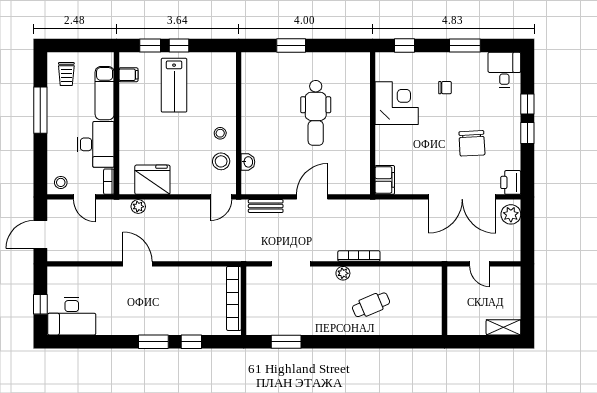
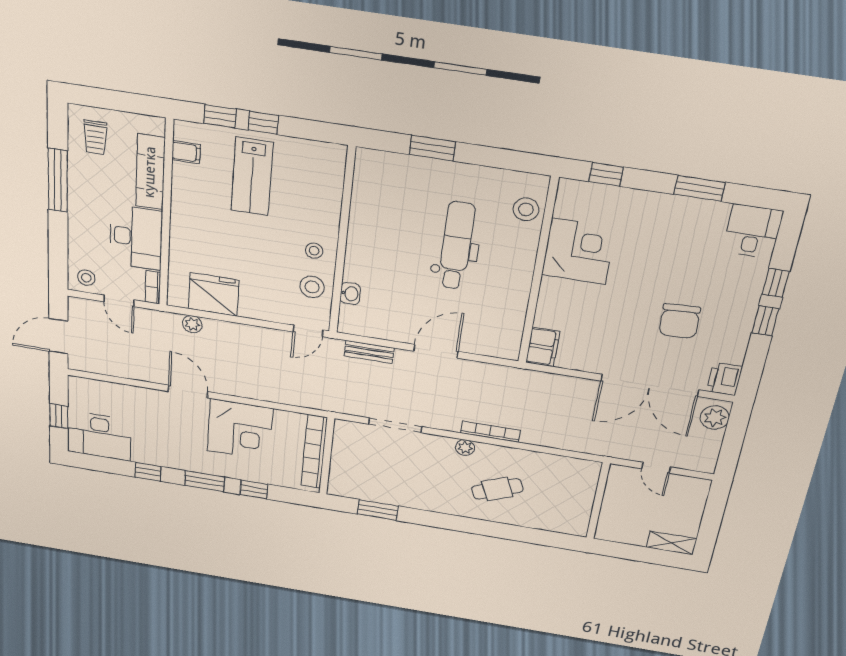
stool: (358, 79) -> (526, 209), added
chair: (445, 88) -> (656, 242), removed
dental chair: (316, 113) -> (456, 246), turned 180
corner desk: (178, 290) -> (240, 430), added
window: (110, 342) -> (148, 472), added

